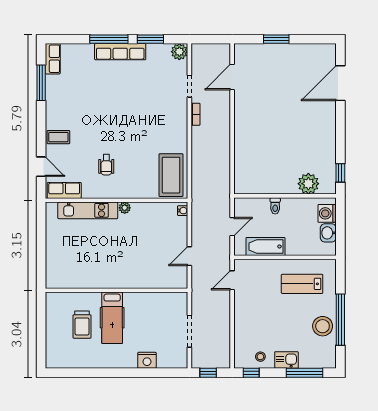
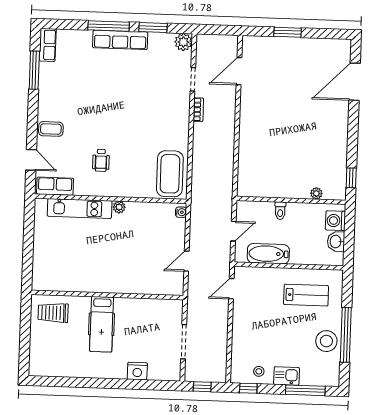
plant: (308, 184) -> (316, 193), width x0.53, depth x0.53
lab bench: (302, 284) -> (306, 295), turned 180
trolley: (82, 325) -> (53, 313), moved, turned 90

